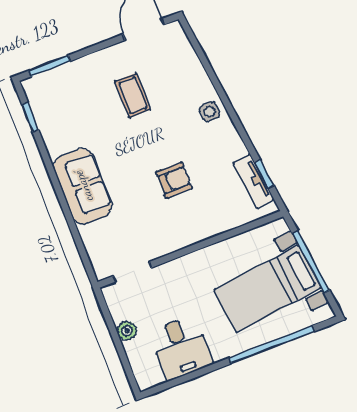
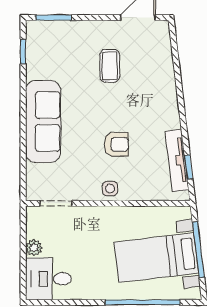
side table: (210, 112) -> (110, 189), moved
tv unit: (254, 181) -> (177, 161), width x1.41
sofa: (83, 186) -> (43, 121), width x1.36
desk: (181, 348) -> (48, 279), moved, turned 90

